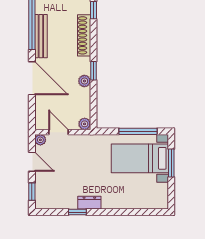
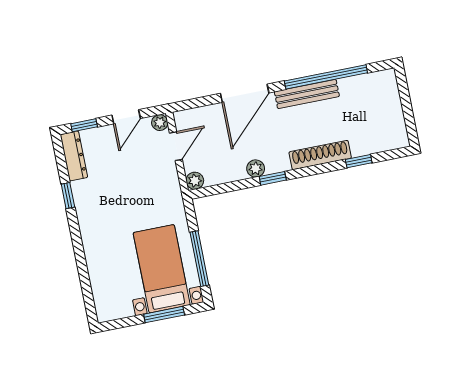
dresser: (89, 203) -> (74, 156), moved, width x1.44

